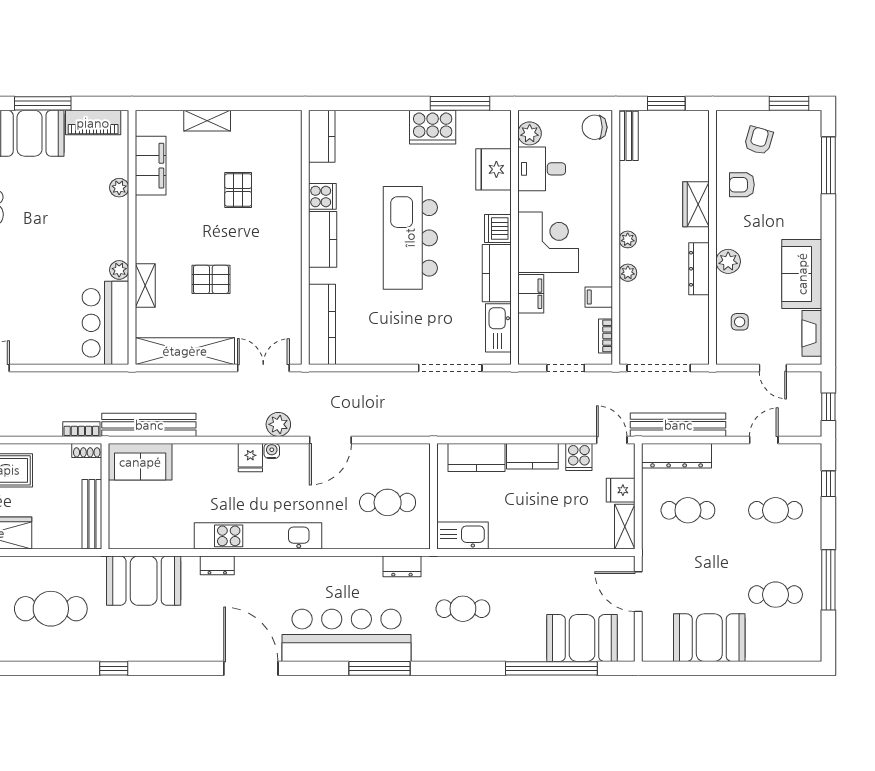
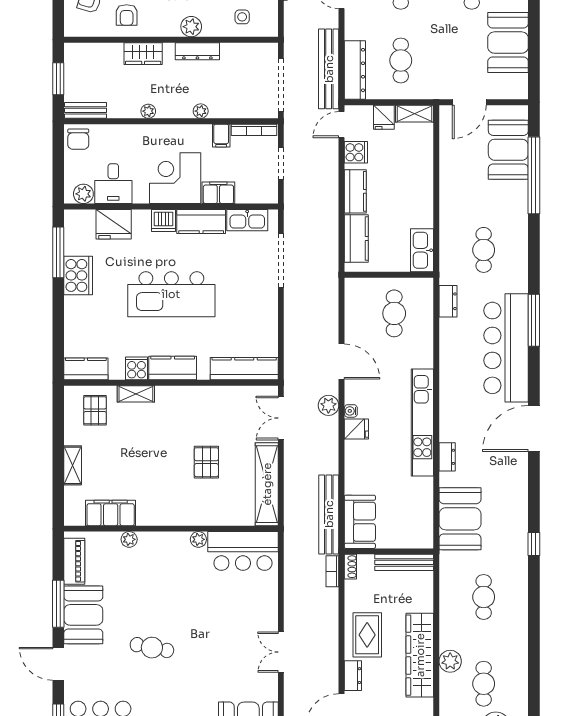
pallet: (238, 190) -> (95, 410), moved, turned 90
plant: (628, 239) -> (148, 111), moved
shelving: (145, 286) -> (136, 394), moved
bookcase: (606, 336) -> (254, 130), width x1.56
cafe table: (51, 609) -> (484, 597), width x0.73, depth x0.74

